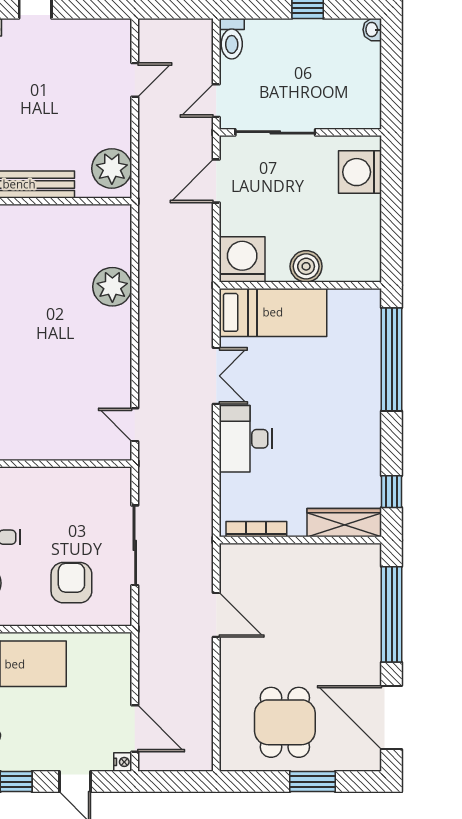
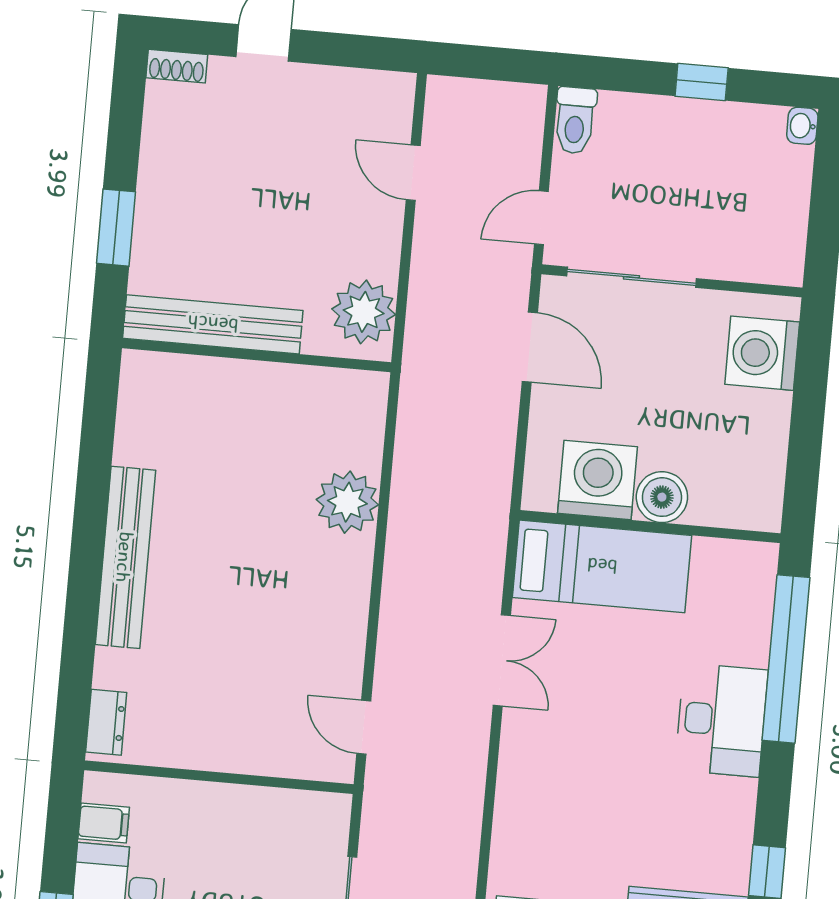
door: (135, 80) -> (413, 173), swing flipped
door: (216, 181) -> (530, 347), swing flipped
washing machine: (242, 259) -> (598, 480), moved
desk: (246, 439) -> (721, 720), moved, turned 180

